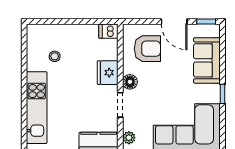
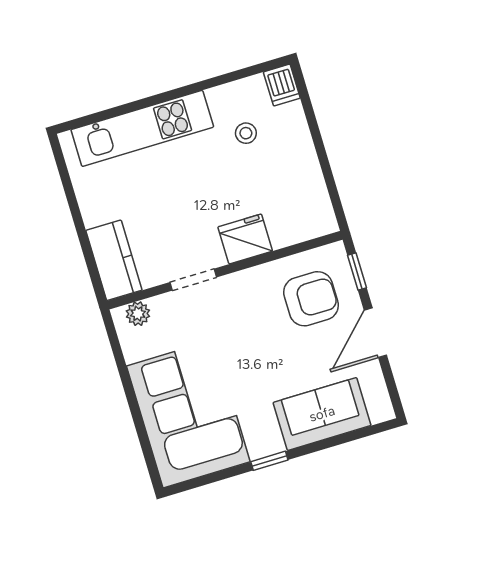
window: (206, 21) -> (357, 271), moved
dishwasher: (108, 31) -> (282, 85), moved, turned 180
armchair: (147, 49) -> (311, 299), turned -90
floor lamp: (130, 82) -> (241, 285), removed

